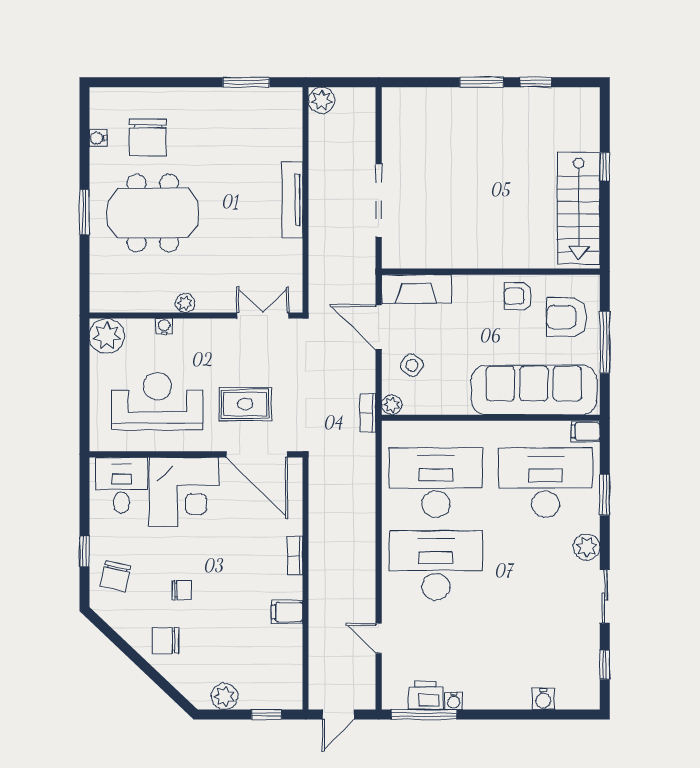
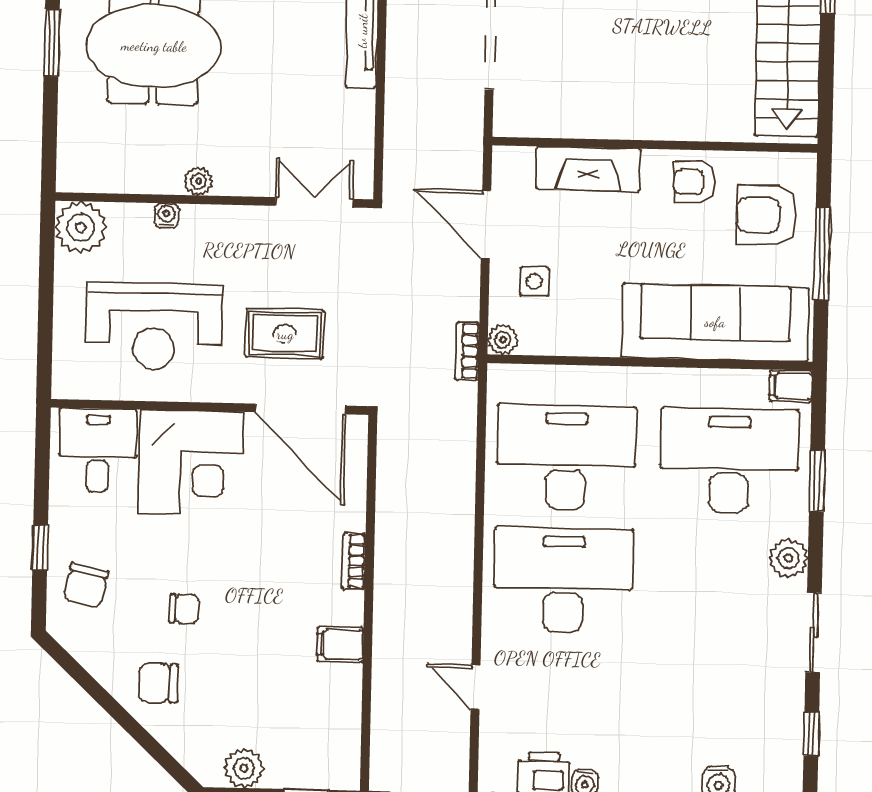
fireplace: (416, 289) -> (588, 169), moved
side table: (412, 365) -> (534, 281), turned -36
reception desk: (157, 401) -> (154, 326), turned 180

